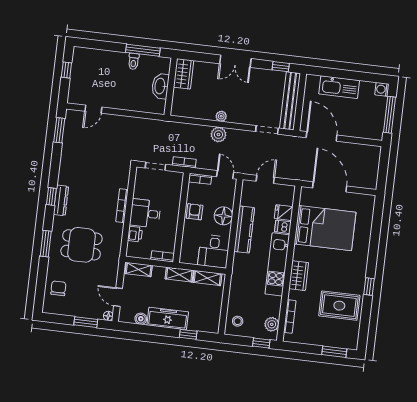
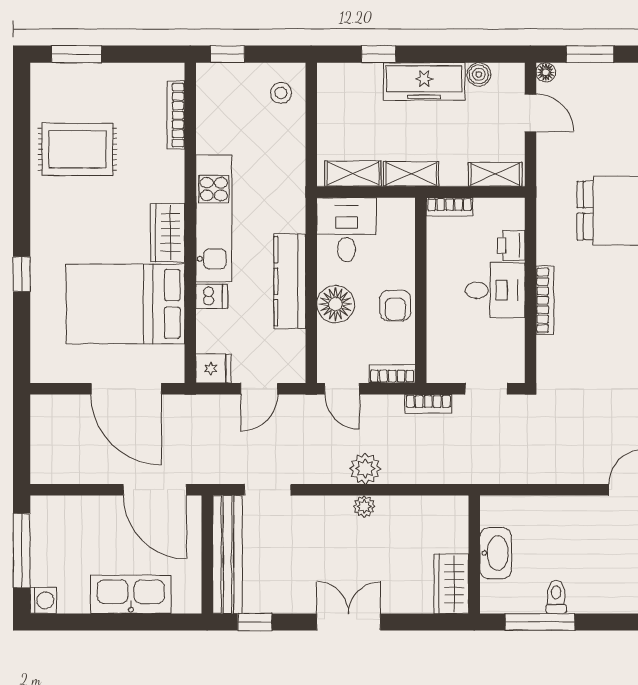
fridge: (284, 213) -> (213, 368), moved
wardrobe: (299, 276) -> (168, 232), moved
window: (369, 287) -> (22, 274), moved
plant: (272, 324) -> (211, 95), removed

